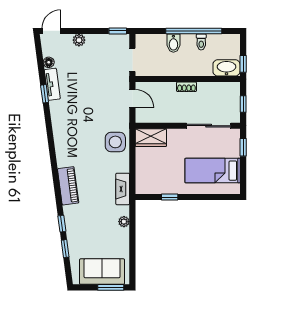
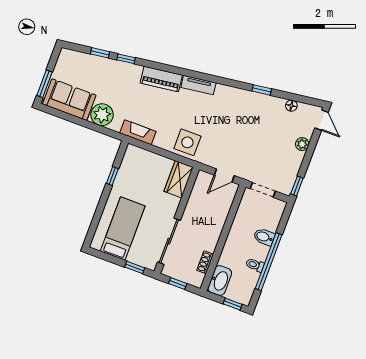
window: (243, 64) -> (233, 304), moved
tv unit: (52, 84) -> (198, 85), moved
shoe rack: (186, 87) -> (205, 262), moved
plant: (124, 222) -> (102, 115), width x1.87, depth x1.87
sofa: (102, 272) -> (69, 100), moved, turned -90

